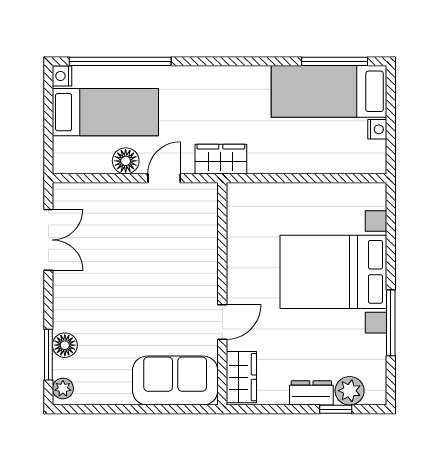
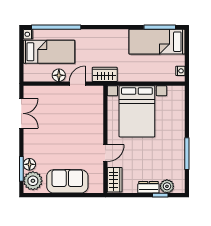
nightstand: (377, 129) -> (180, 71), moved
bed with nightstands: (333, 272) -> (137, 111), moved, turned -90
sofa: (175, 381) -> (67, 181), moved
plant: (63, 388) -> (33, 181), width x1.88, depth x1.88

